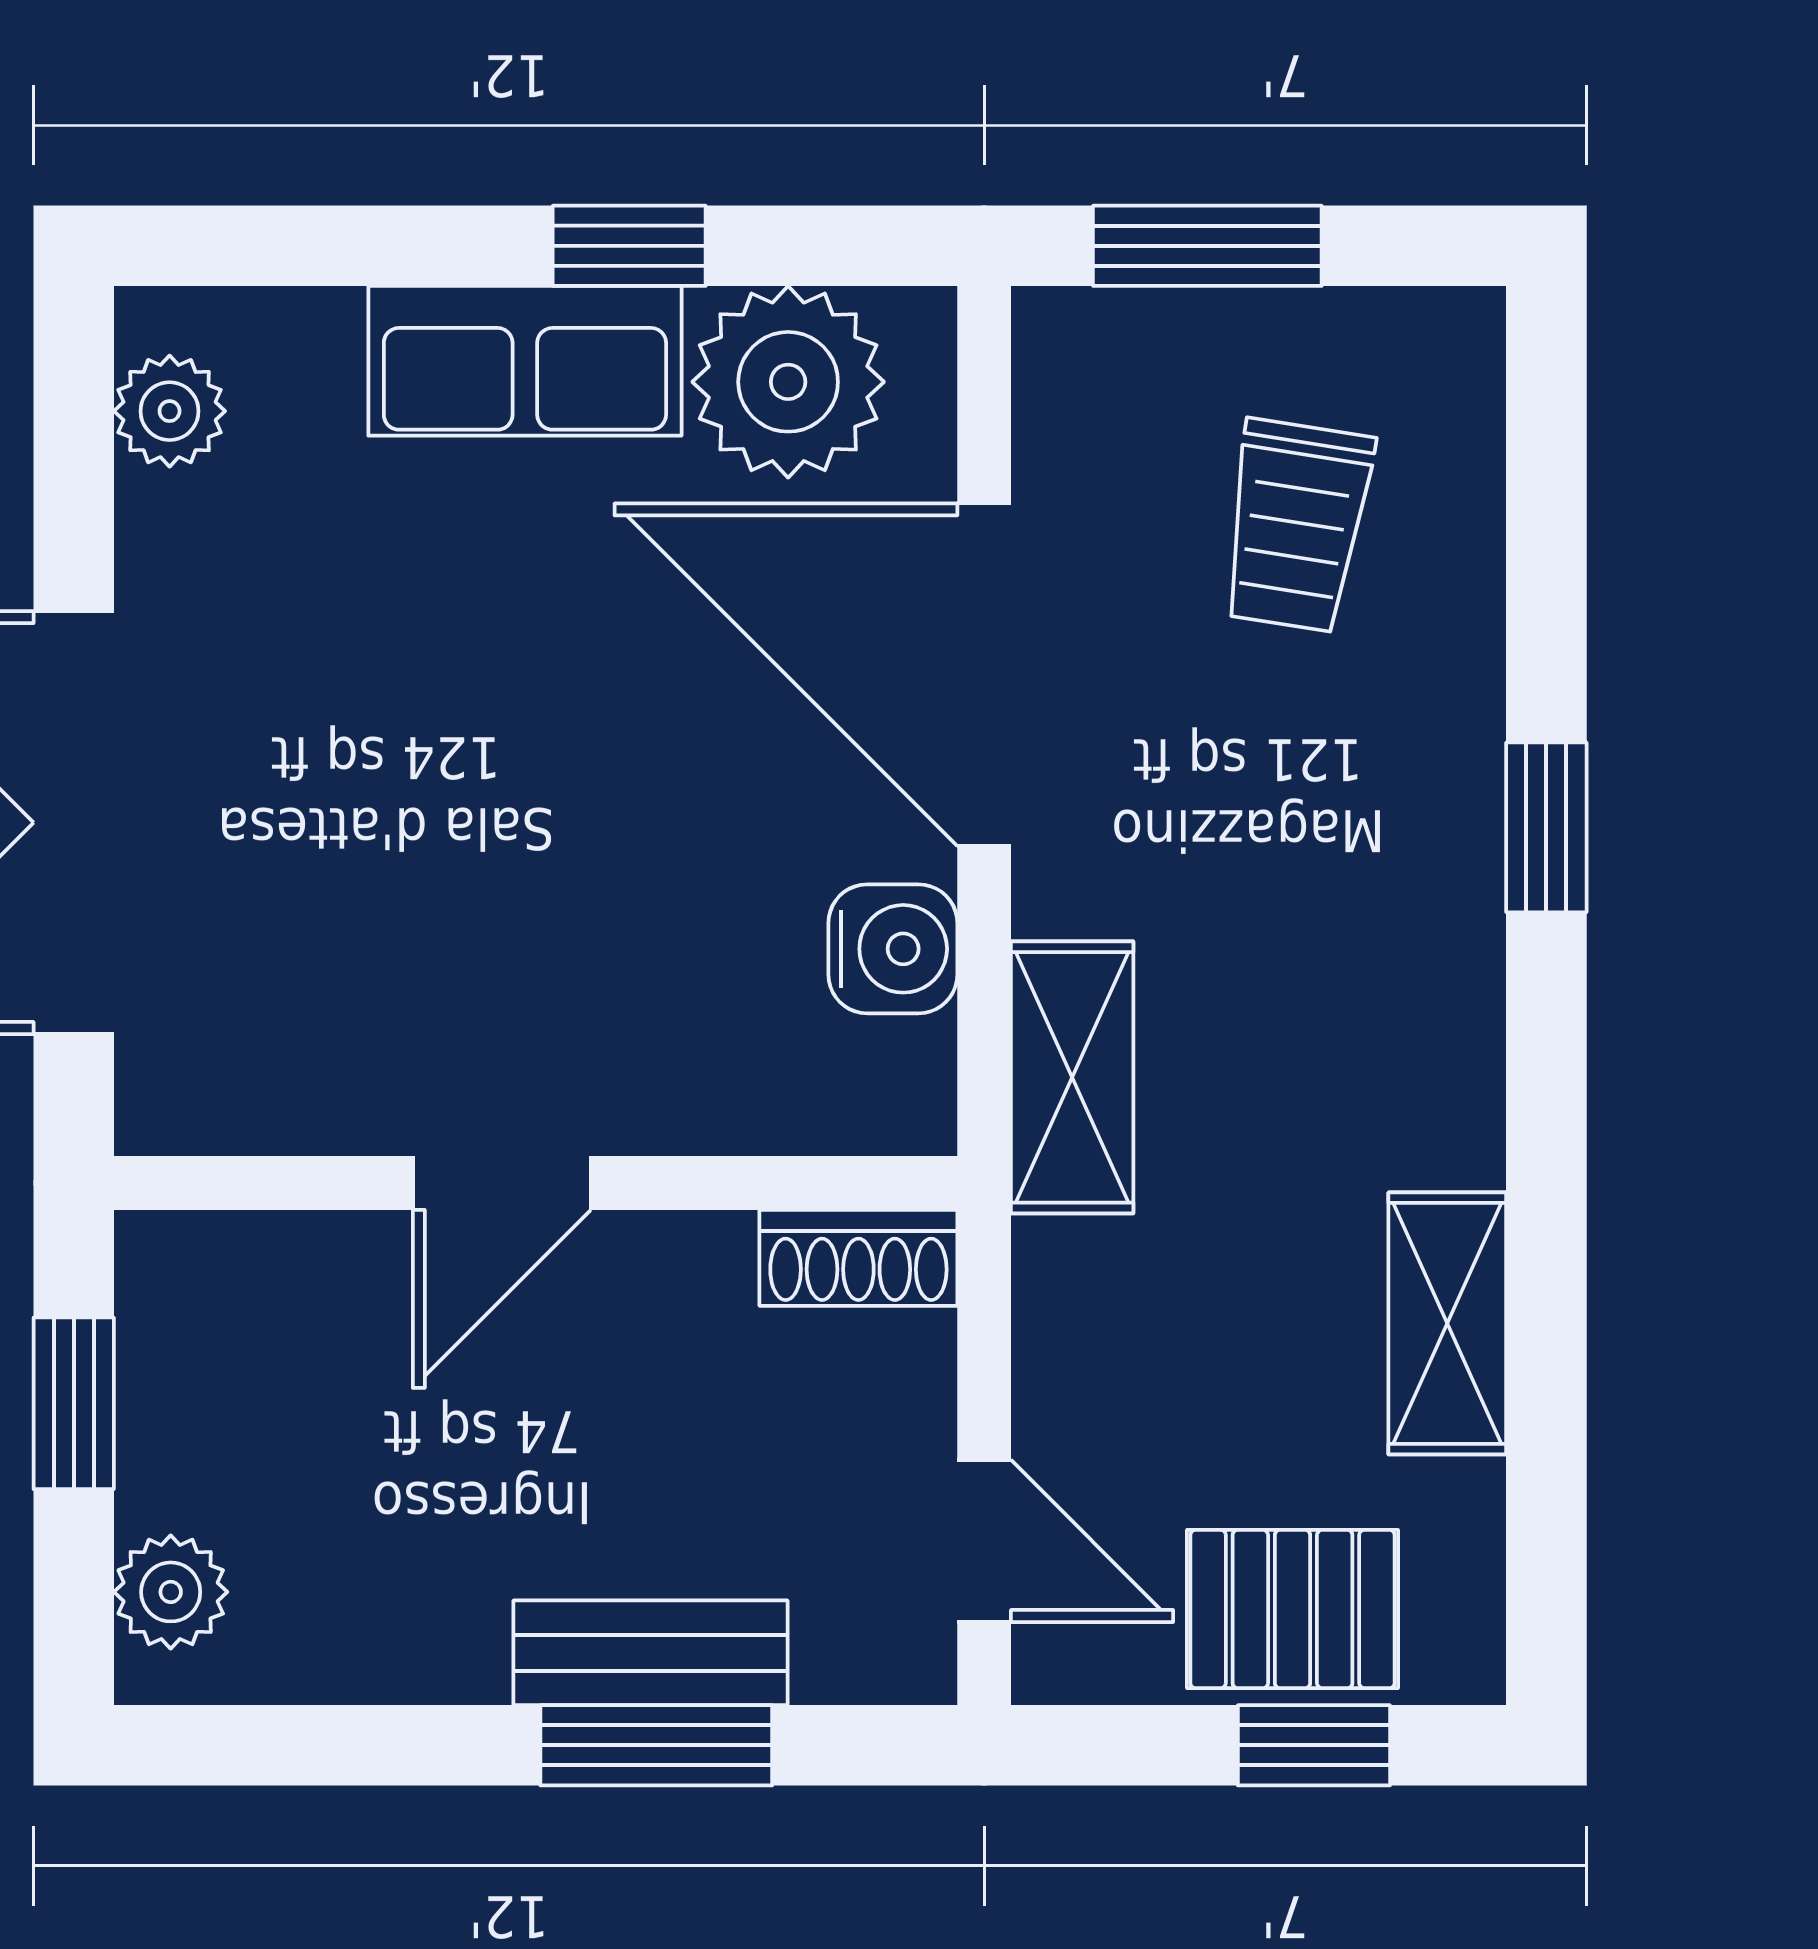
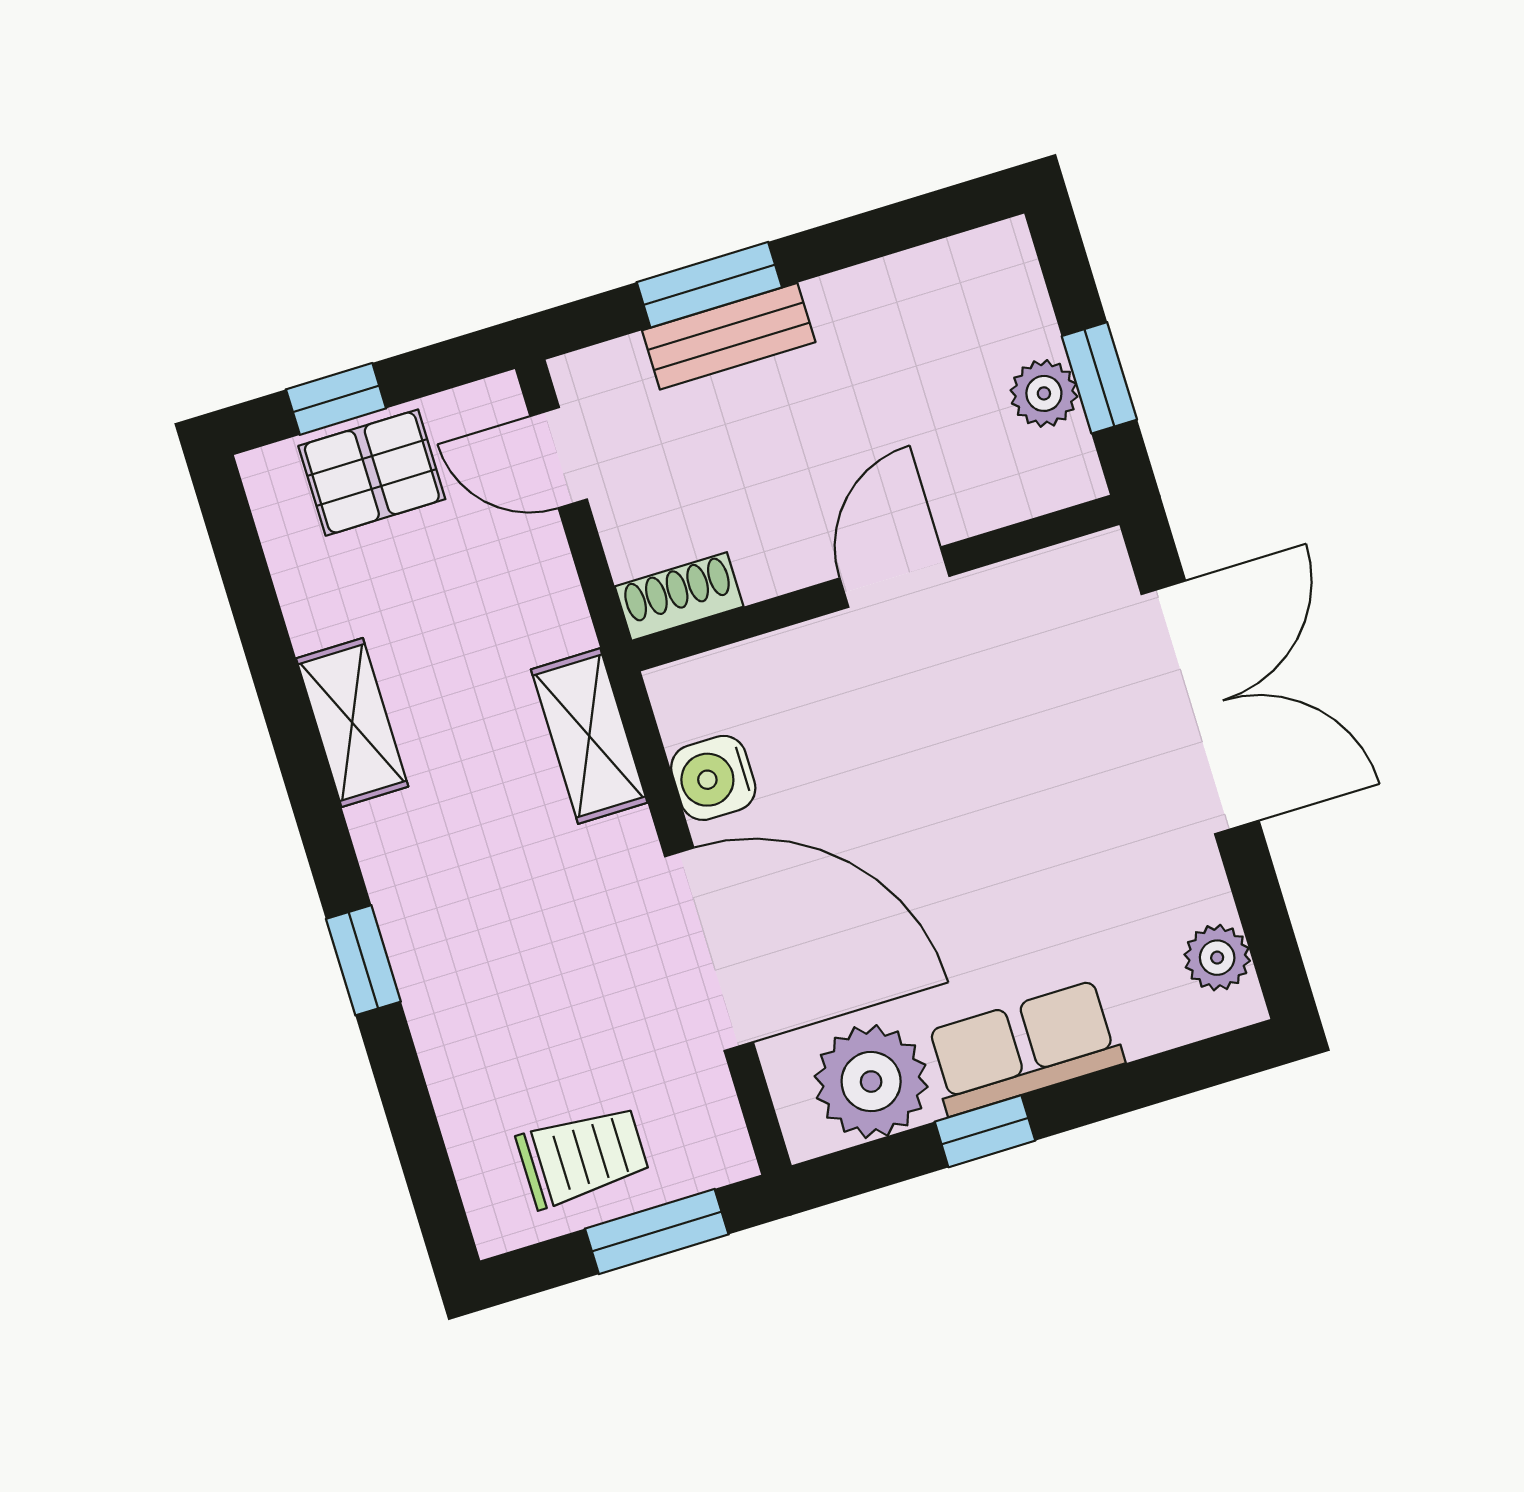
trolley: (1296, 526) -> (583, 1156), moved, turned 81
shelving: (1447, 1323) -> (352, 722), moved
plant: (171, 1592) -> (1044, 393), moved

